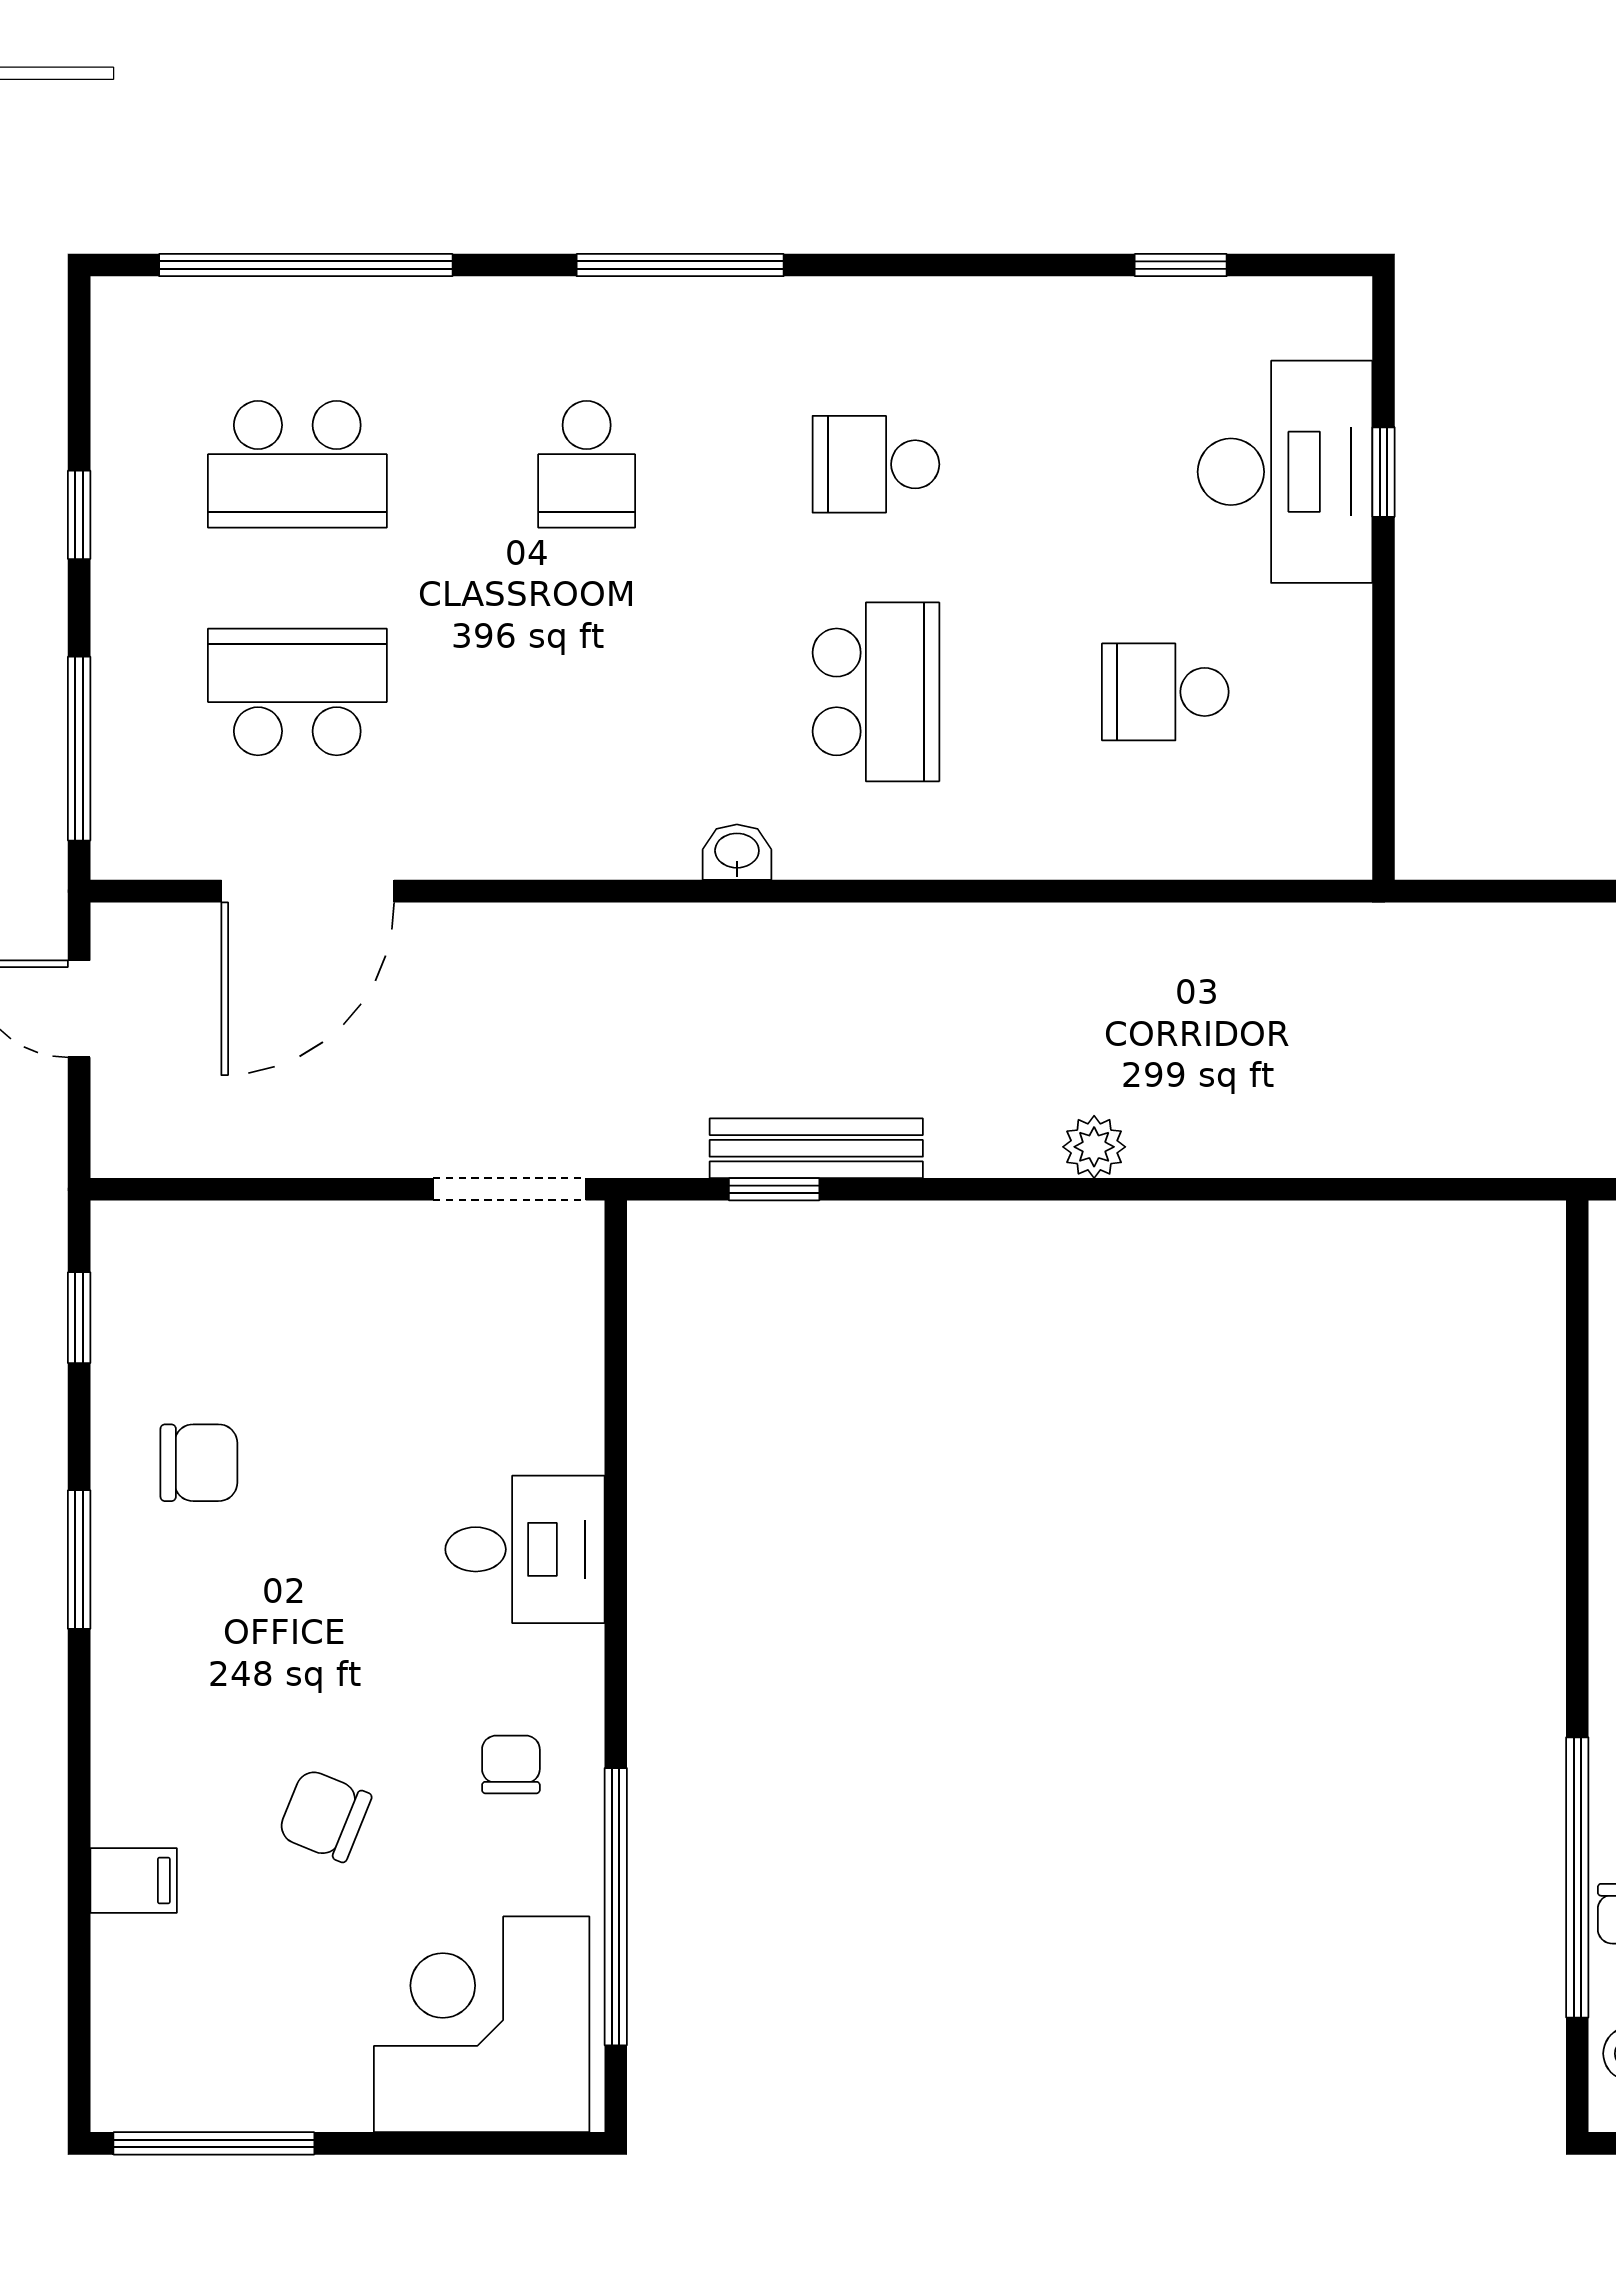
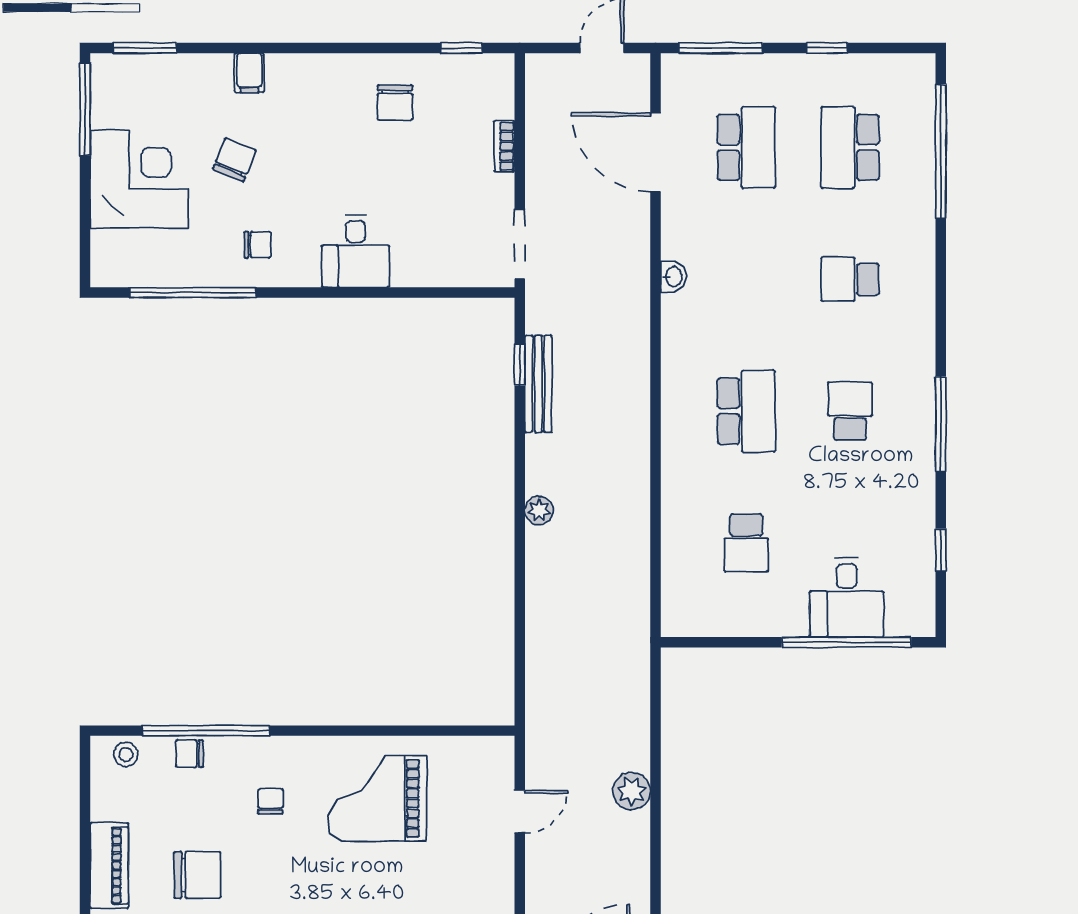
window: (680, 265) -> (941, 424), moved
desk: (1285, 472) -> (847, 597), width x0.73
window: (1383, 472) -> (846, 642), width x3.17
school desk: (876, 692) -> (746, 411), turned -90
school desk: (1165, 692) -> (746, 543), turned 180
washbasin: (737, 852) -> (673, 277), moved
bookcase: (295, 1223) -> (504, 146), added
window: (79, 1560) -> (145, 48), moved
filing cabinet: (134, 1881) -> (249, 73), moved
corner desk: (482, 2024) -> (139, 179), moved

